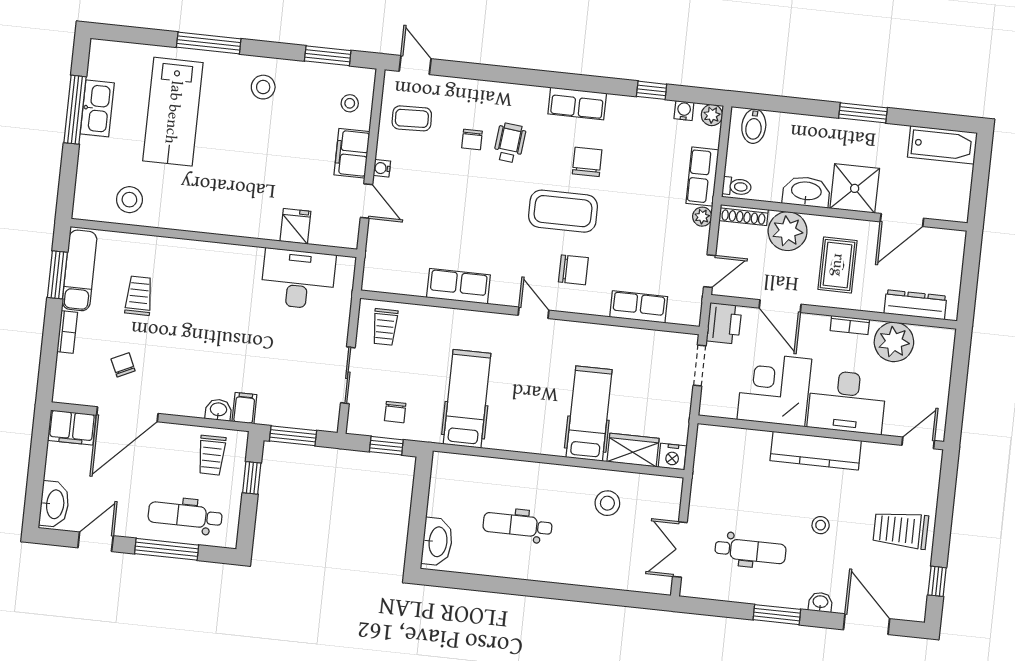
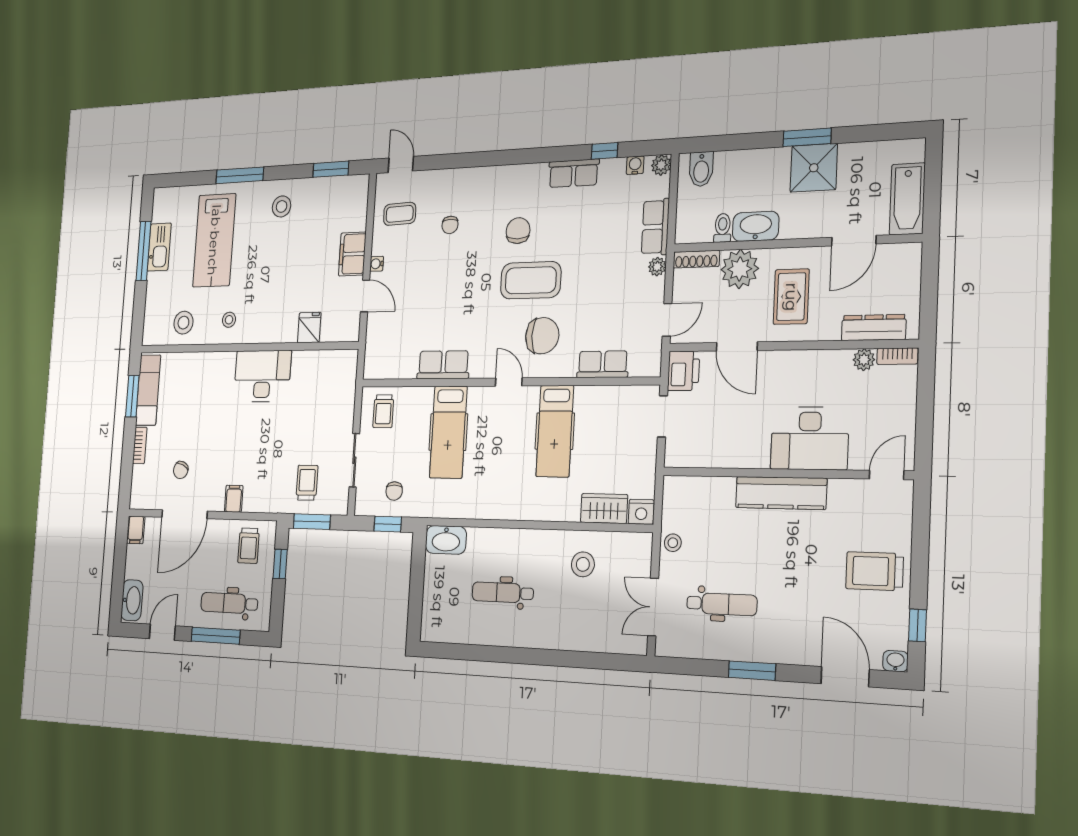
stool: (350, 103) -> (229, 320), moved
row of seats: (577, 104) -> (574, 173), moved
wheelchair: (510, 143) -> (482, 223), removed
bathtub: (942, 145) -> (907, 199), moved, turned 90
chair: (587, 162) -> (518, 231), moved
toilet: (737, 187) -> (723, 228), moved, turned -90
shower: (855, 188) -> (814, 168), moved
chair: (573, 270) -> (542, 336), width x1.37, depth x1.37
desk: (298, 279) -> (262, 376), moved
trolley: (139, 296) -> (307, 483), moved
bookcase: (850, 325) -> (897, 356), moved
plant: (894, 342) -> (864, 360), width x0.53, depth x0.53
chair: (123, 365) -> (181, 470), turned -131
corner desk: (774, 389) -> (736, 433), removed
hospital bed: (467, 399) -> (448, 432), moved, turned 180
filing cabinet: (244, 408) -> (234, 499), moved
washbasin: (218, 410) -> (253, 503), removed
hospital bed: (589, 413) -> (555, 431), moved, turned 180
filing cabinet: (72, 428) -> (136, 530), width x0.50
stool: (821, 525) -> (673, 543), moved
washbasin: (437, 542) -> (446, 540), moved, turned 90
washbasin: (820, 602) -> (895, 661), moved

